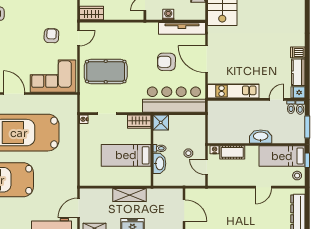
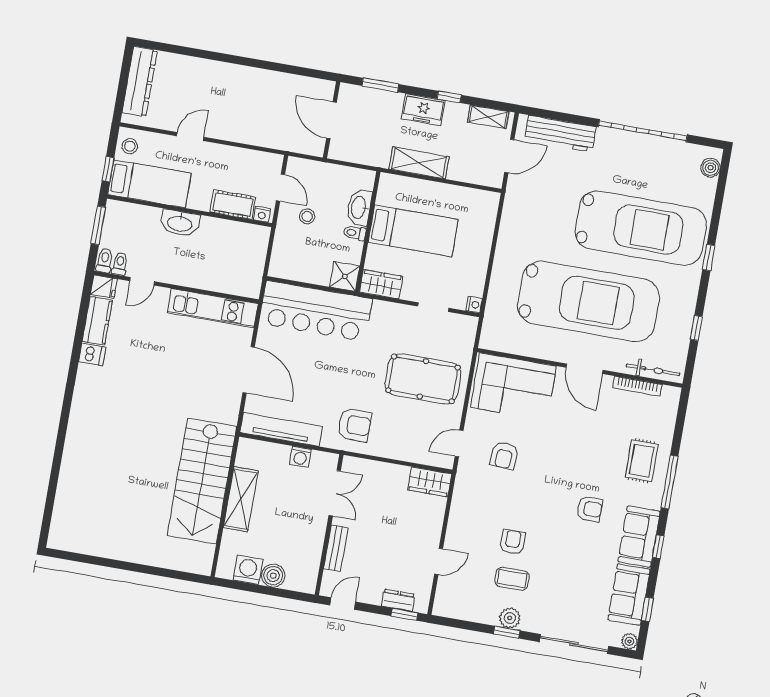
armchair: (166, 62) -> (354, 425), moved

